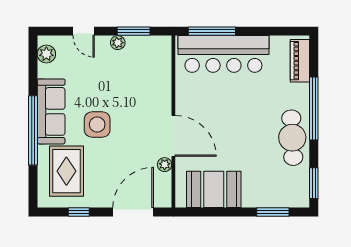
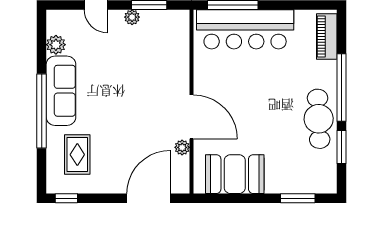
plant: (46, 54) -> (56, 45), moved
side table: (97, 125) -> (110, 105), removed
rug: (66, 171) -> (77, 155), width x0.73, depth x0.70
window: (314, 183) -> (342, 147), moved
window: (79, 212) -> (66, 198), moved

